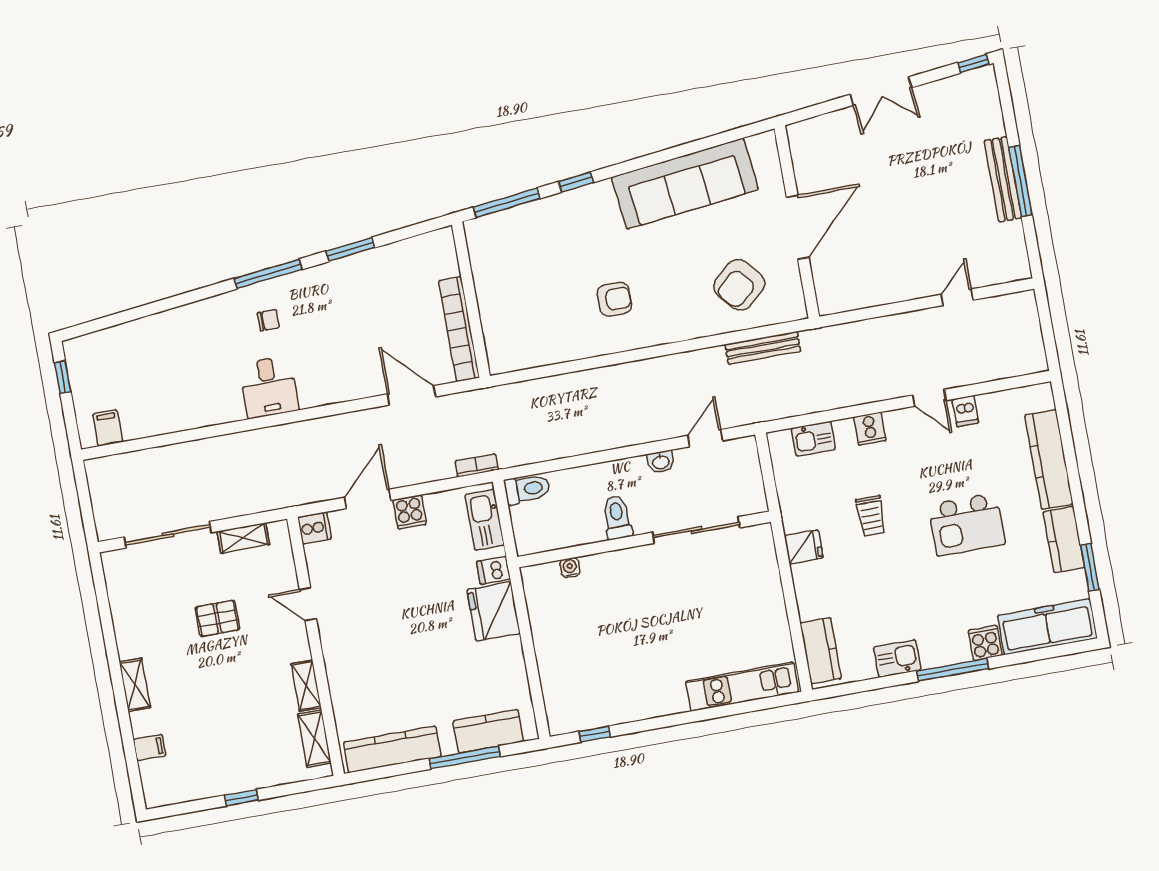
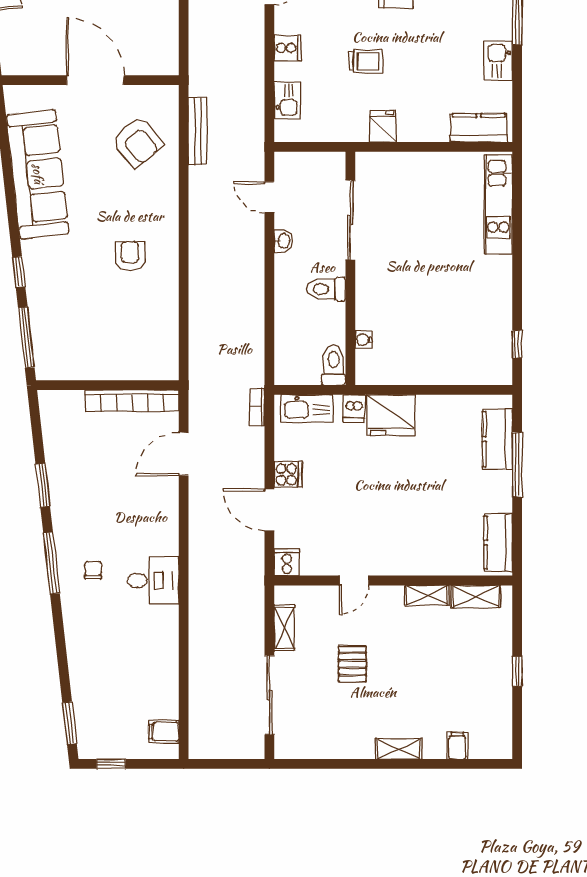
window: (99, 325) -> (70, 723), added
toilet: (527, 489) -> (333, 365), moved
kitchen counter: (392, 749) -> (498, 543), width x0.67

